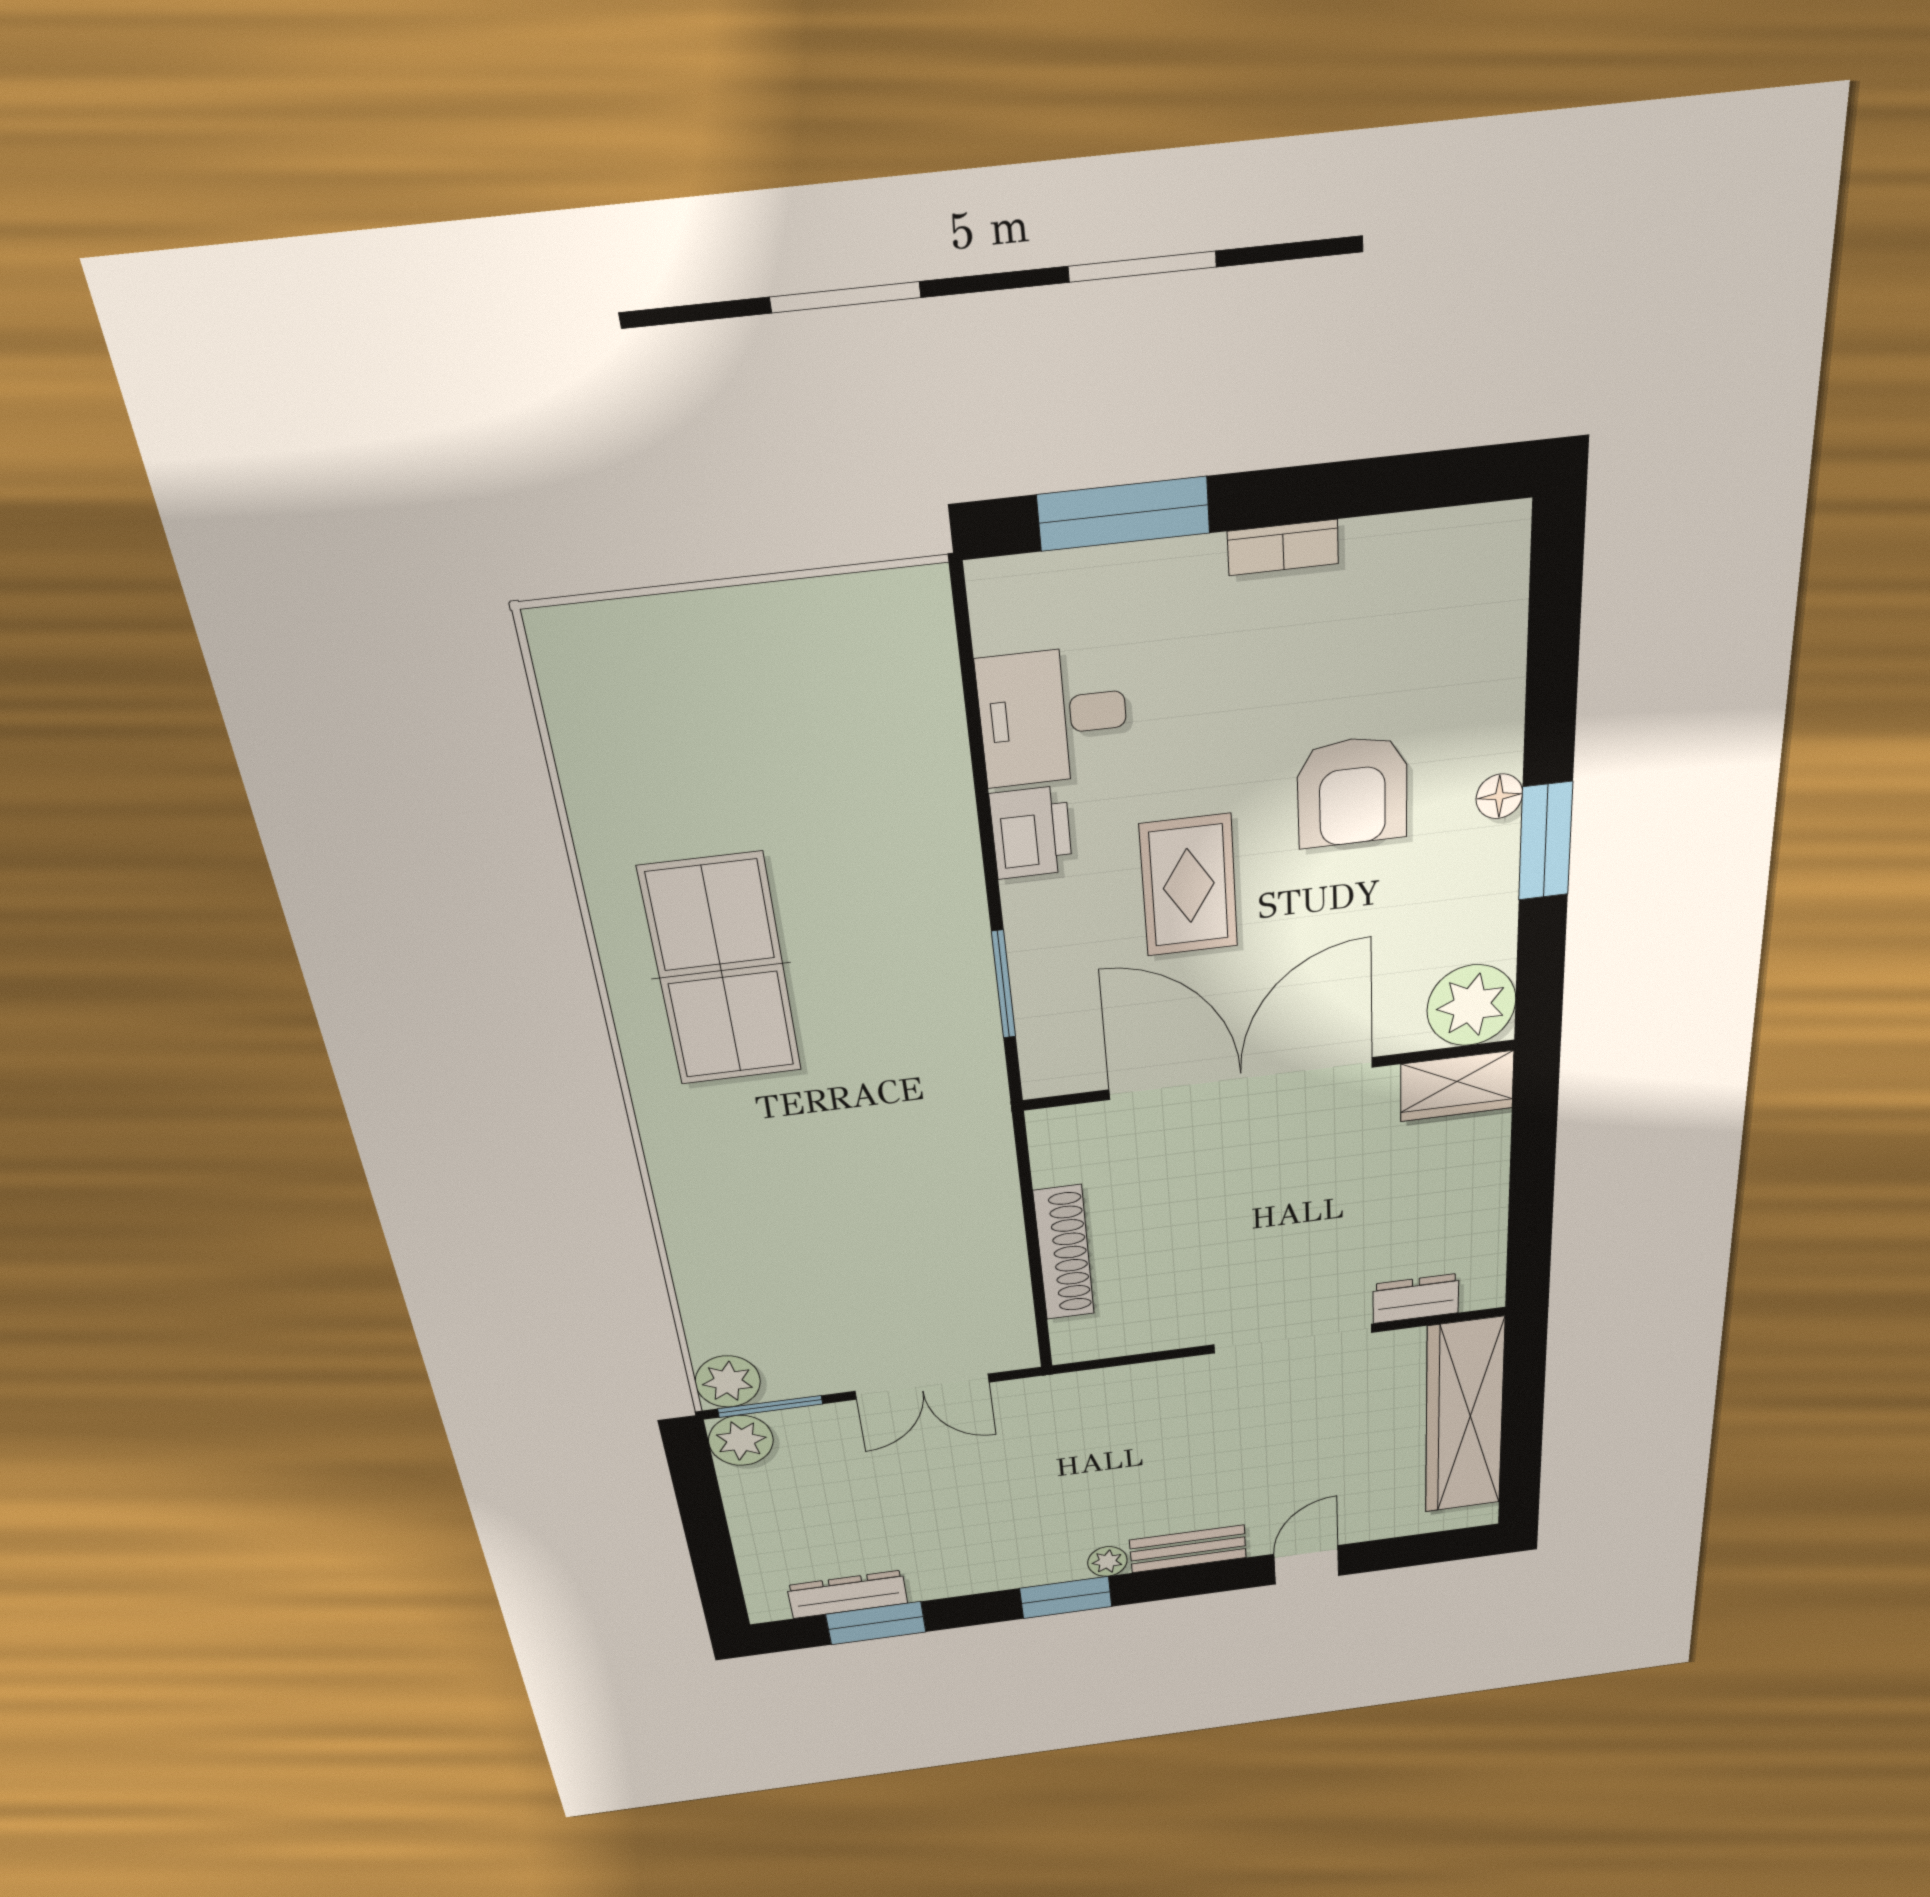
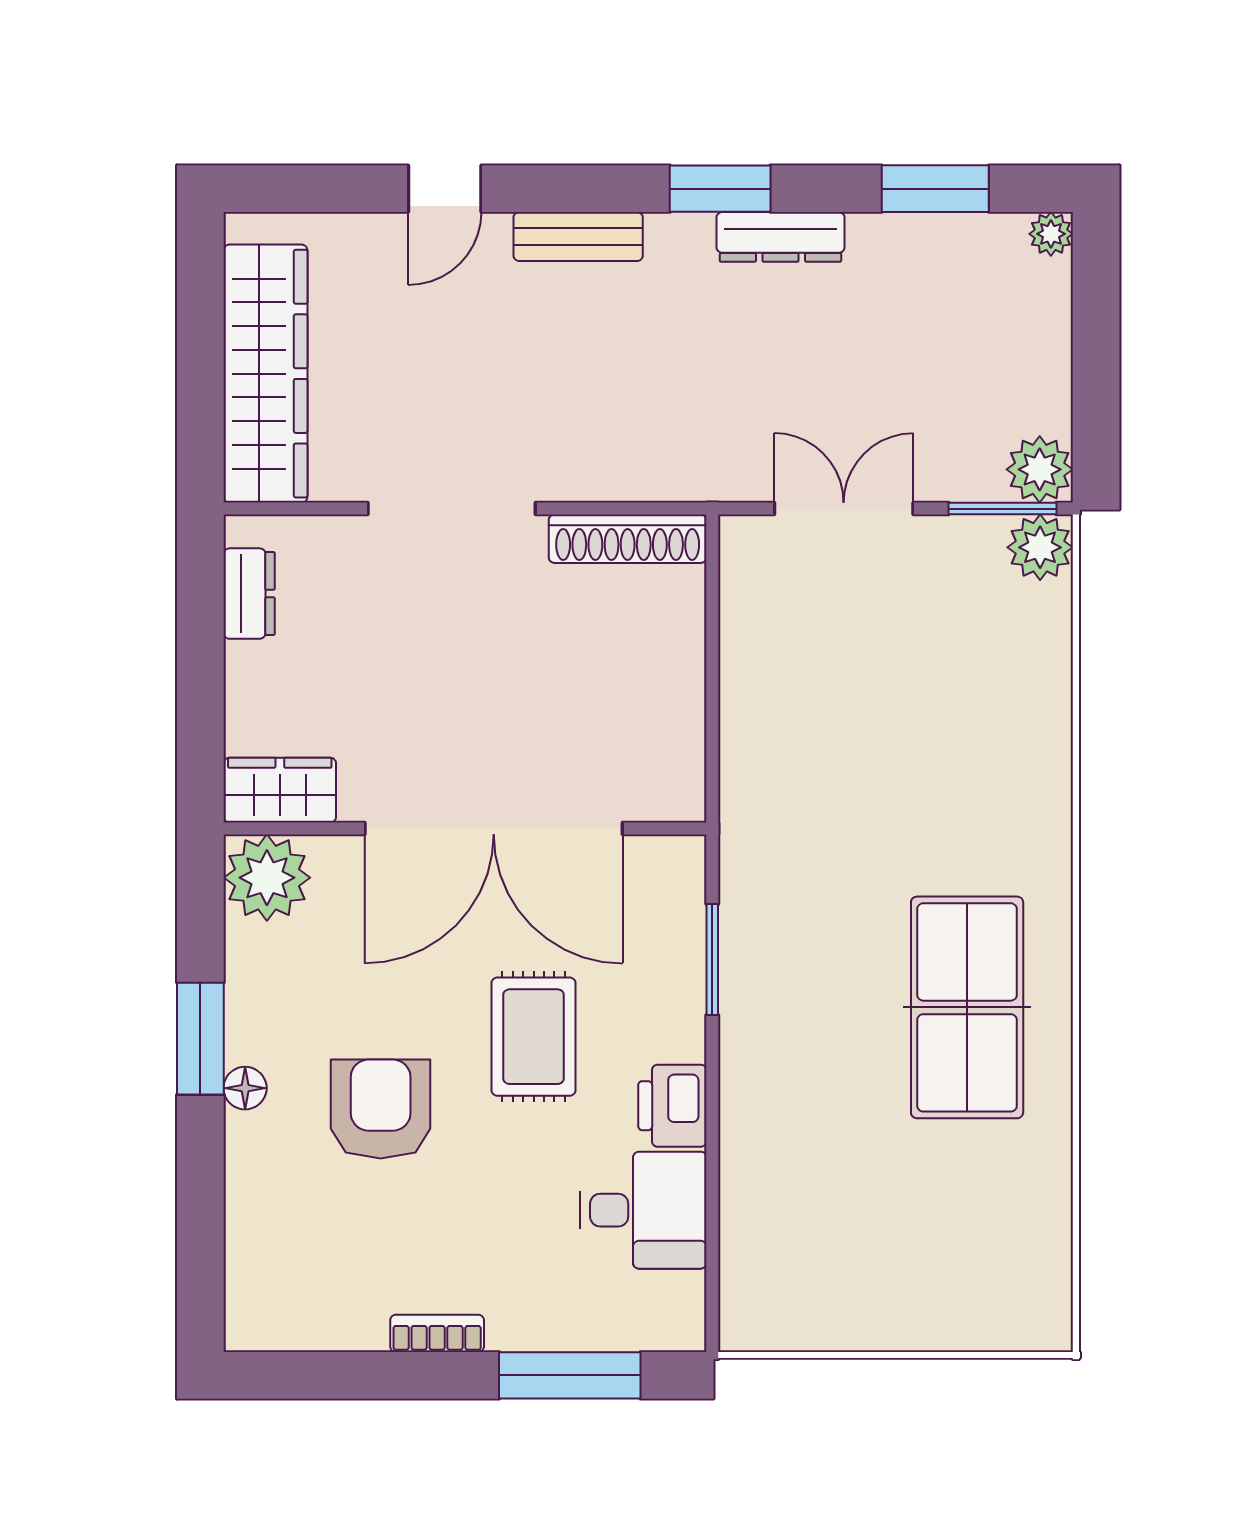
shoe rack: (1064, 1253) -> (628, 539), moved, turned -90
dresser: (1416, 1299) -> (249, 594), moved, turned -90
plant: (1107, 1561) -> (1051, 234), moved
dresser: (847, 1594) -> (781, 237), moved

